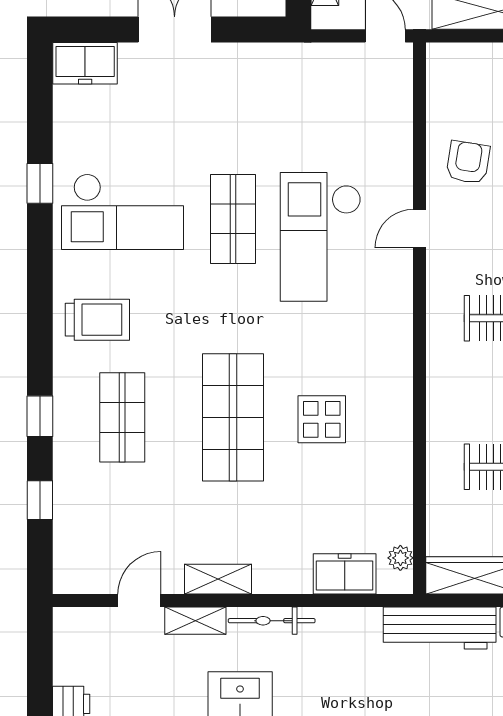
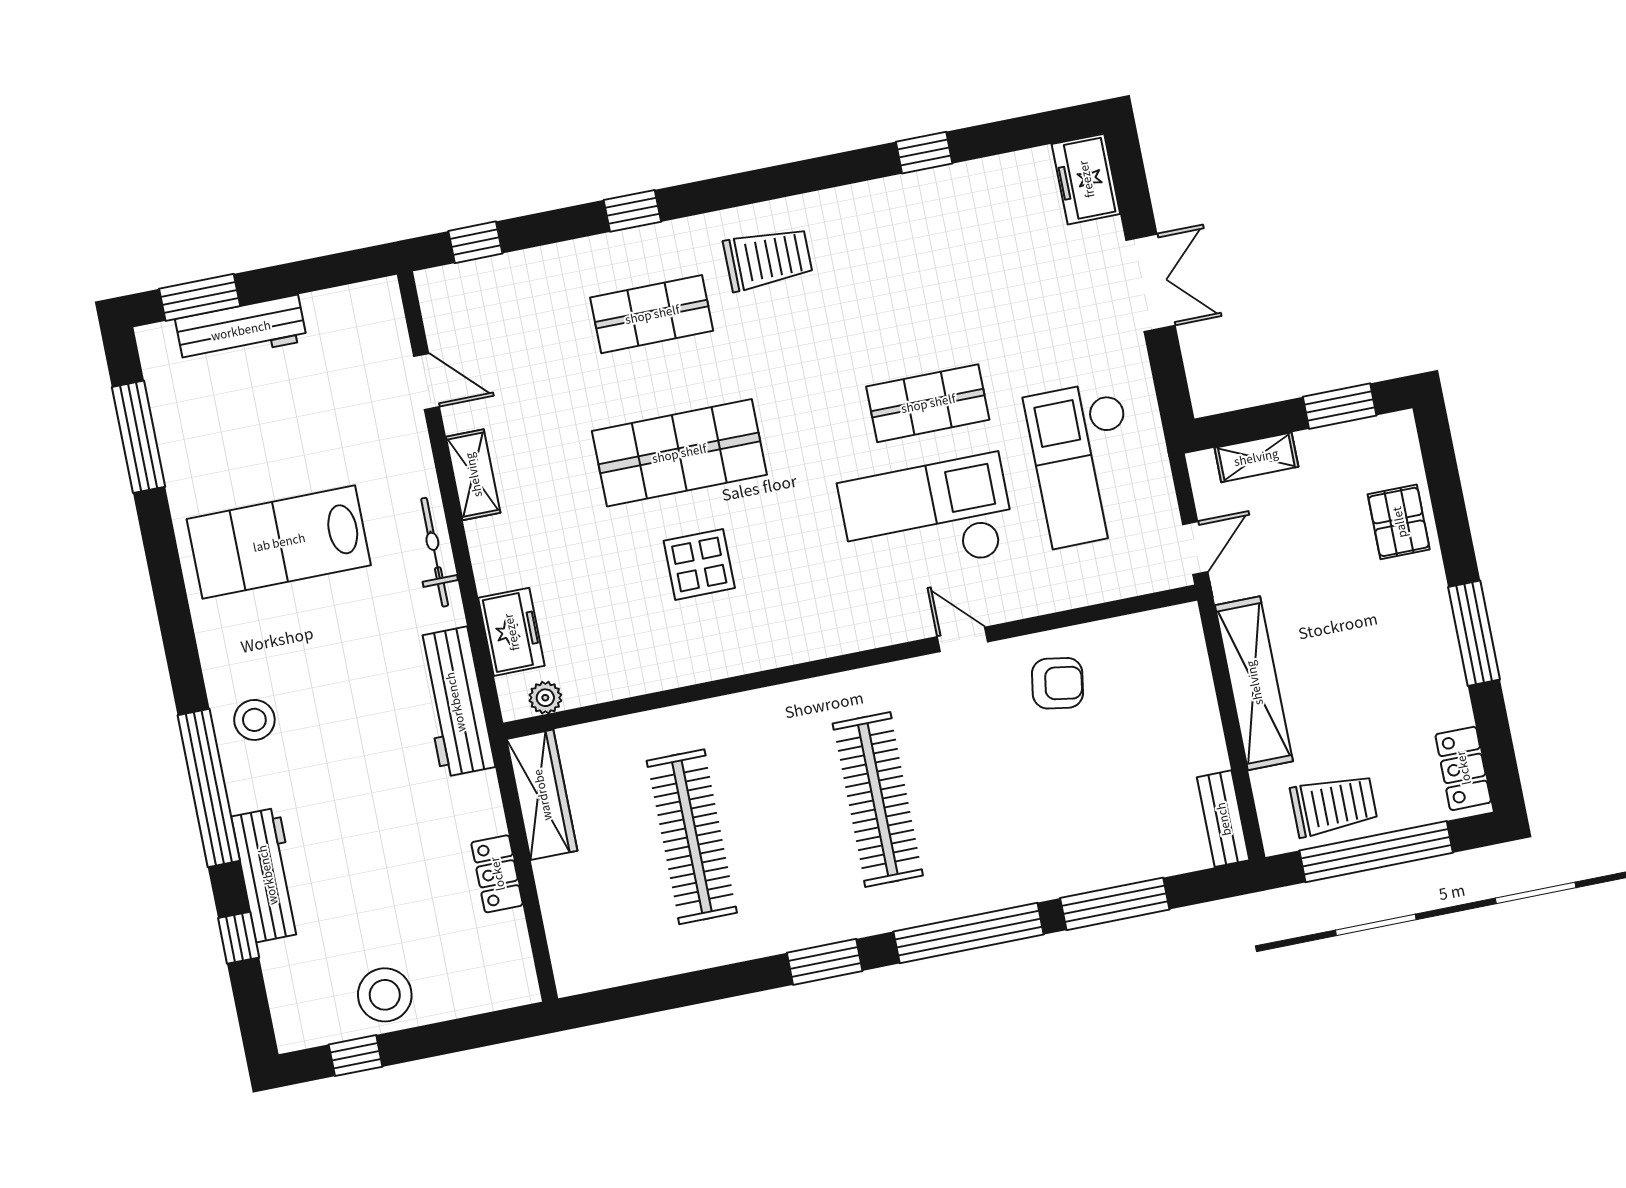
checkout: (123, 212) -> (1085, 464), moved
trolley: (97, 320) -> (768, 259), turned -90
window: (40, 500) -> (475, 242), moved
shelving: (195, 621) -> (415, 457), removed
workbench: (440, 628) -> (455, 702), moved

